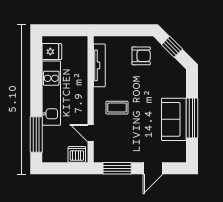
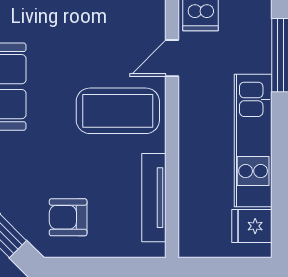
coffee table: (117, 108) -> (118, 111), width x1.86, depth x1.72
door: (91, 133) -> (172, 58), swing flipped

